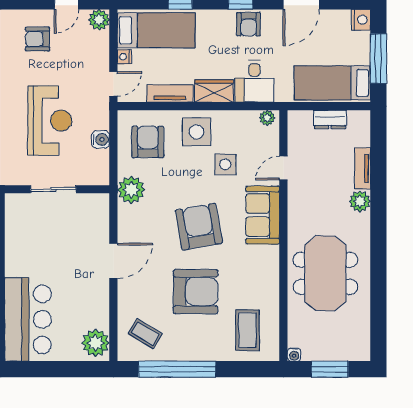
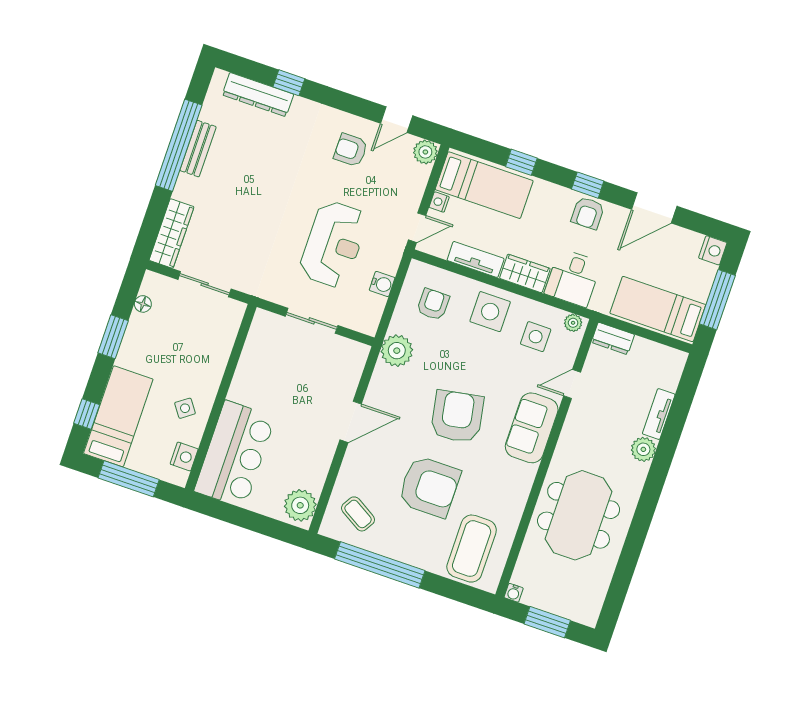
dresser: (330, 120) -> (613, 339), moved
armchair: (148, 142) -> (433, 304), width x0.72, depth x0.72
side table: (225, 164) -> (536, 337), moved
coffee table: (247, 330) -> (472, 549), width x1.36, depth x1.32

